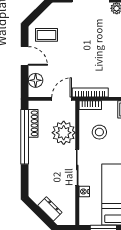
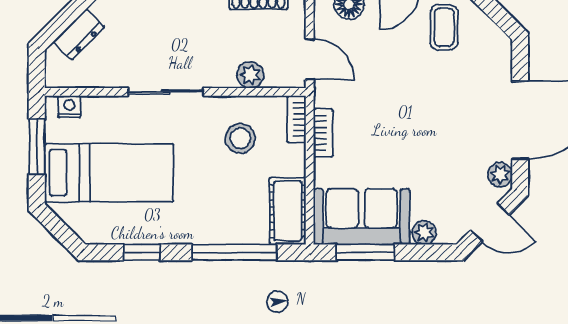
bookcase: (90, 93) -> (323, 133), width x0.64
plant: (64, 133) -> (250, 75), width x0.53, depth x0.53
nightstand: (84, 191) -> (69, 107), moved

